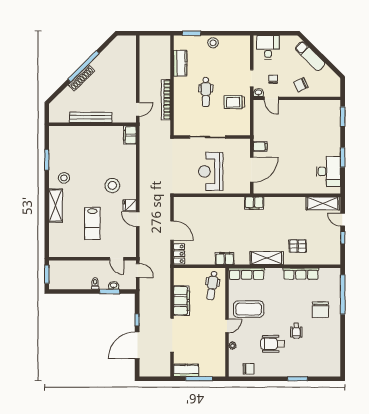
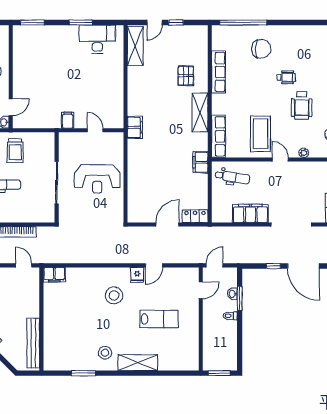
bench: (91, 117) -> (33, 343), moved
door: (252, 170) -> (95, 130), width x0.53

